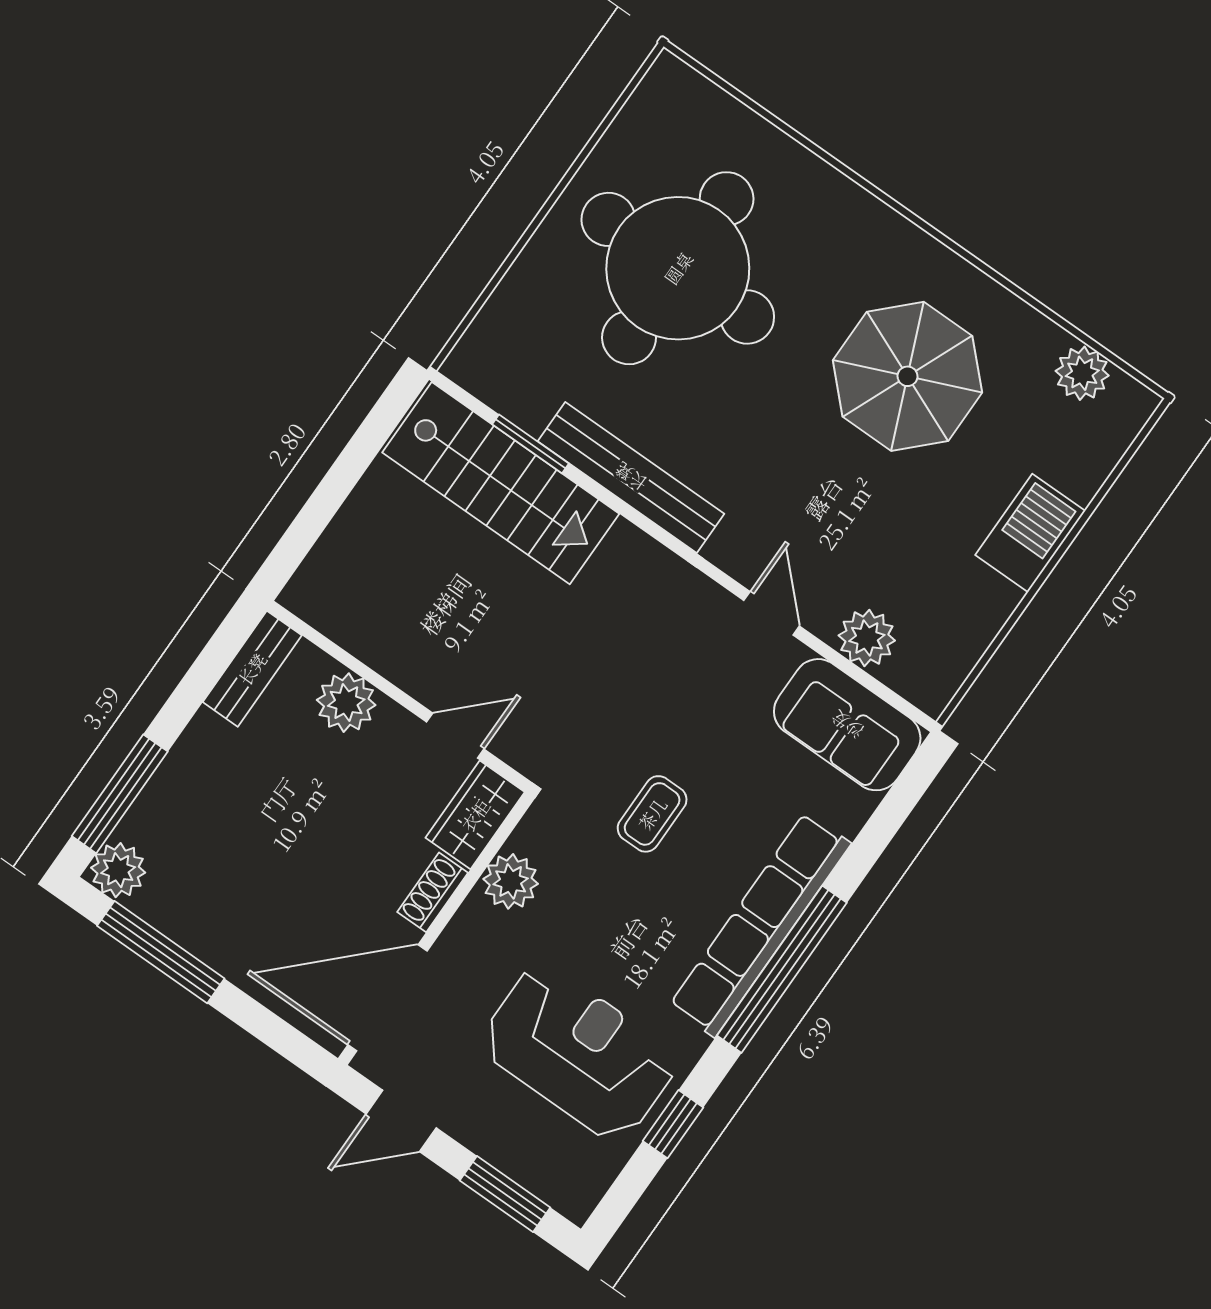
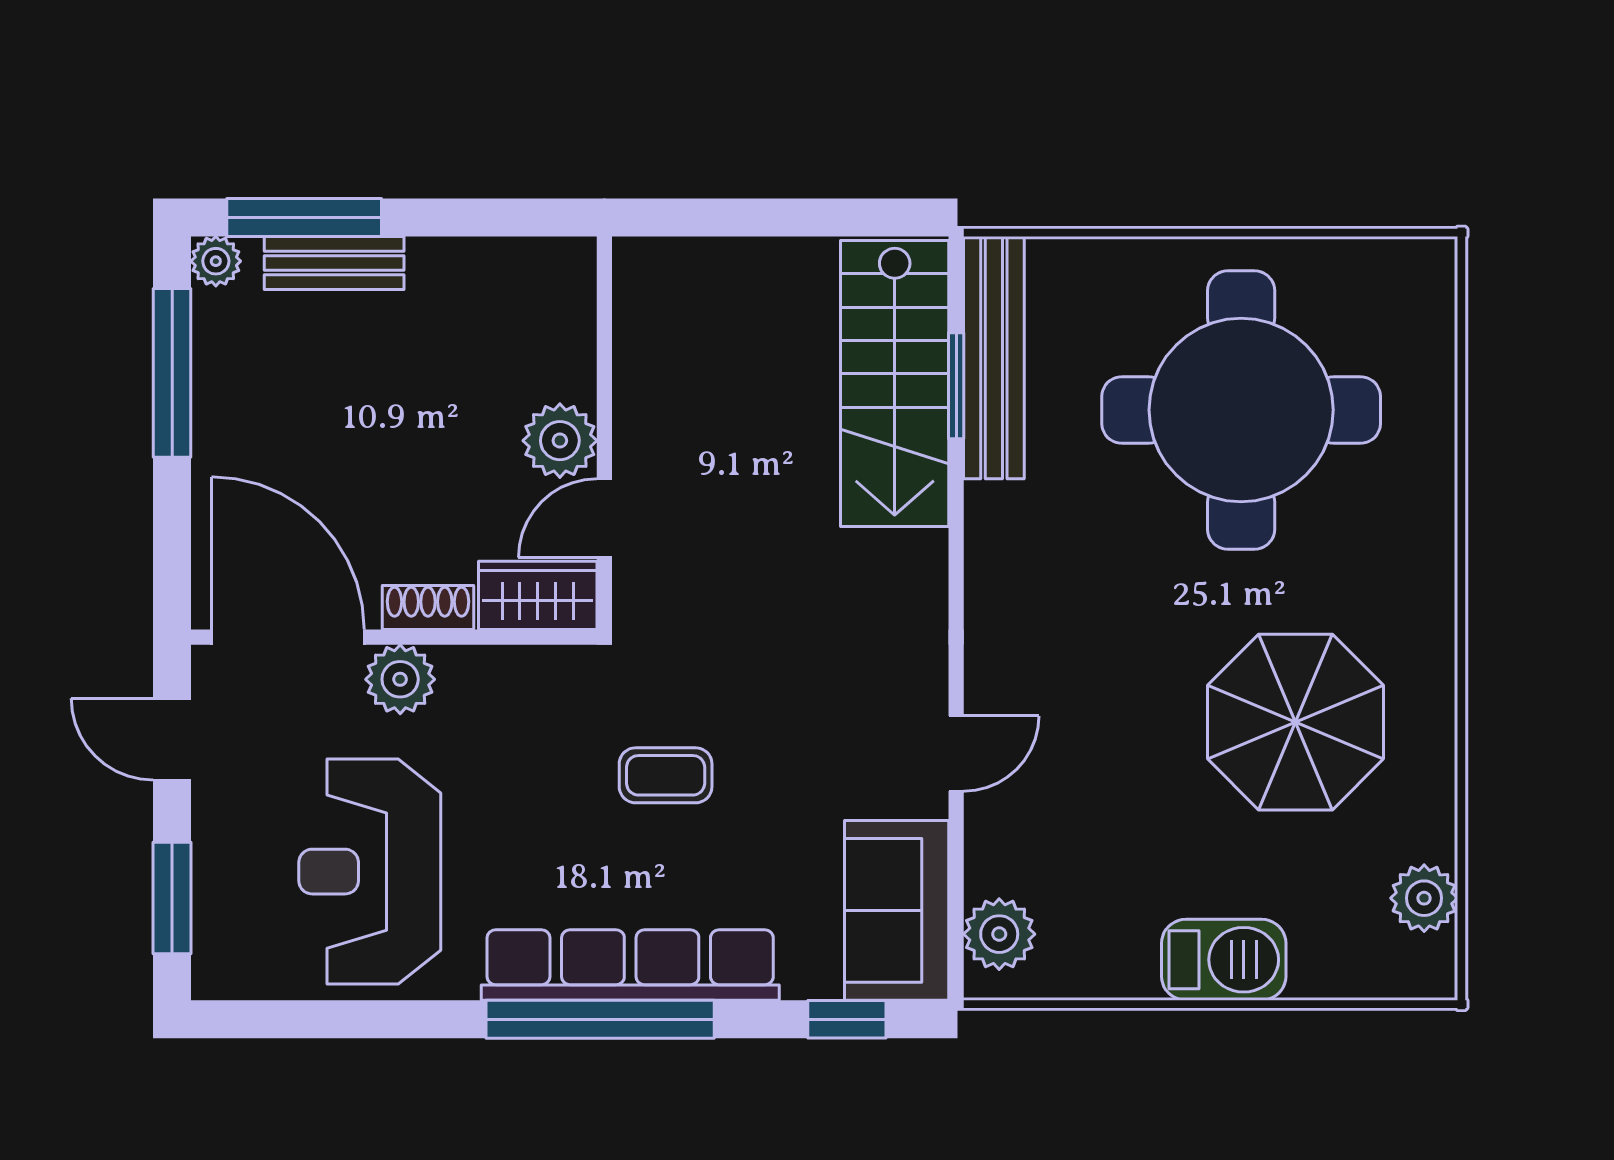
bench: (631, 477) -> (994, 358), moved
plant: (867, 638) -> (999, 934), moved
bench: (252, 669) -> (334, 263), moved
plant: (346, 703) -> (560, 441), moved
door: (455, 736) -> (604, 518), swing flipped
plant: (118, 870) -> (216, 261), width x0.73, depth x0.73
plant: (511, 881) -> (400, 679), moved
reception desk: (579, 1052) -> (370, 872), turned 180
window: (673, 1124) -> (847, 1019), moved

